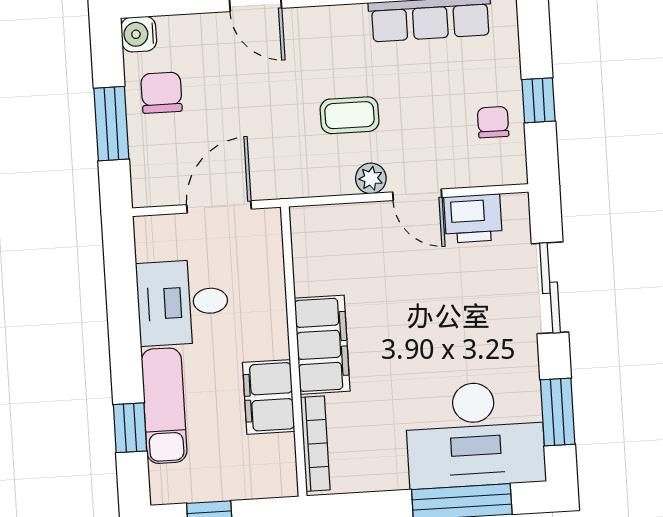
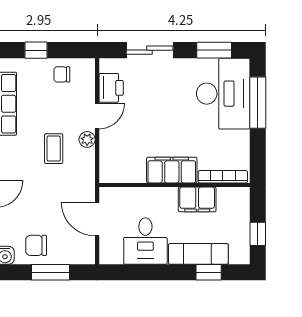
window: (539, 100) -> (36, 50), moved

